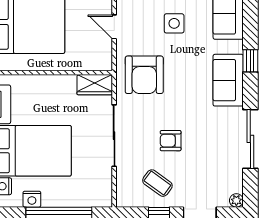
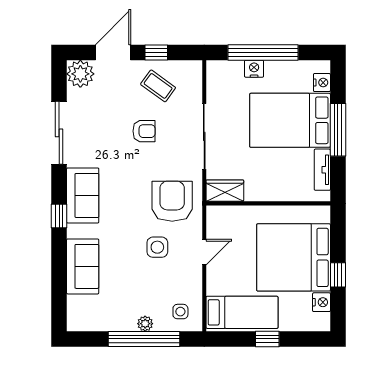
side table: (174, 23) -> (157, 247), moved
door: (114, 27) -> (204, 252), hinge flipped
nightstand: (32, 199) -> (254, 69), moved
plant: (236, 200) -> (80, 74), width x1.87, depth x1.87

